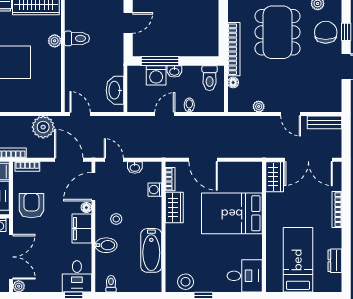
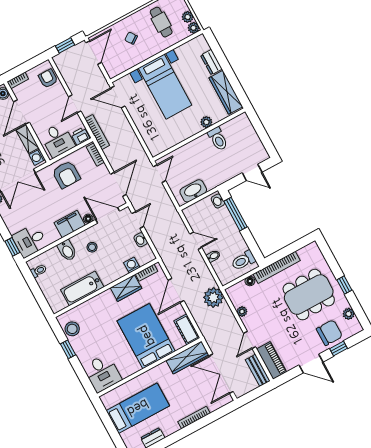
washbasin: (174, 71) -> (218, 201), moved
washing machine: (156, 75) -> (223, 217), removed
piano: (322, 104) -> (272, 360), added
plant: (43, 127) -> (213, 298), moved
cot: (247, 170) -> (187, 329), added
wardrobe: (275, 177) -> (187, 357), width x1.50
armchair: (31, 206) -> (66, 175), turned 90

